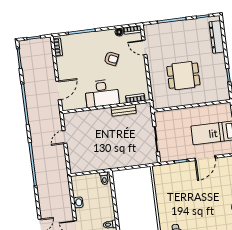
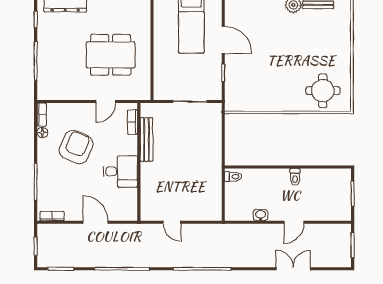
door: (144, 47) -> (106, 102), moved
armchair: (111, 59) -> (76, 147), width x1.88, depth x1.88
dining table: (183, 76) -> (111, 55), width x1.38
door: (59, 90) -> (96, 222), moved
desk: (102, 93) -> (120, 171), width x0.73
bench: (124, 110) -> (146, 140), width x1.36

